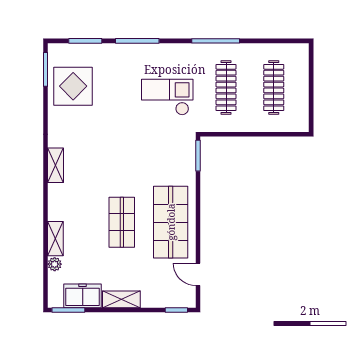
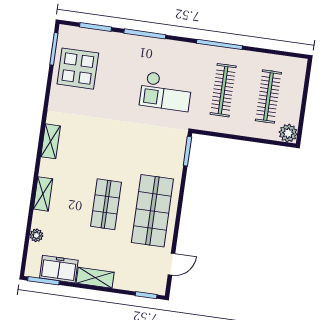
checkout: (167, 97) -> (166, 91), turned 180
plant: (299, 122) -> (288, 133), added
shelving: (55, 239) -> (43, 194), moved
door: (198, 274) -> (172, 264), swing flipped

